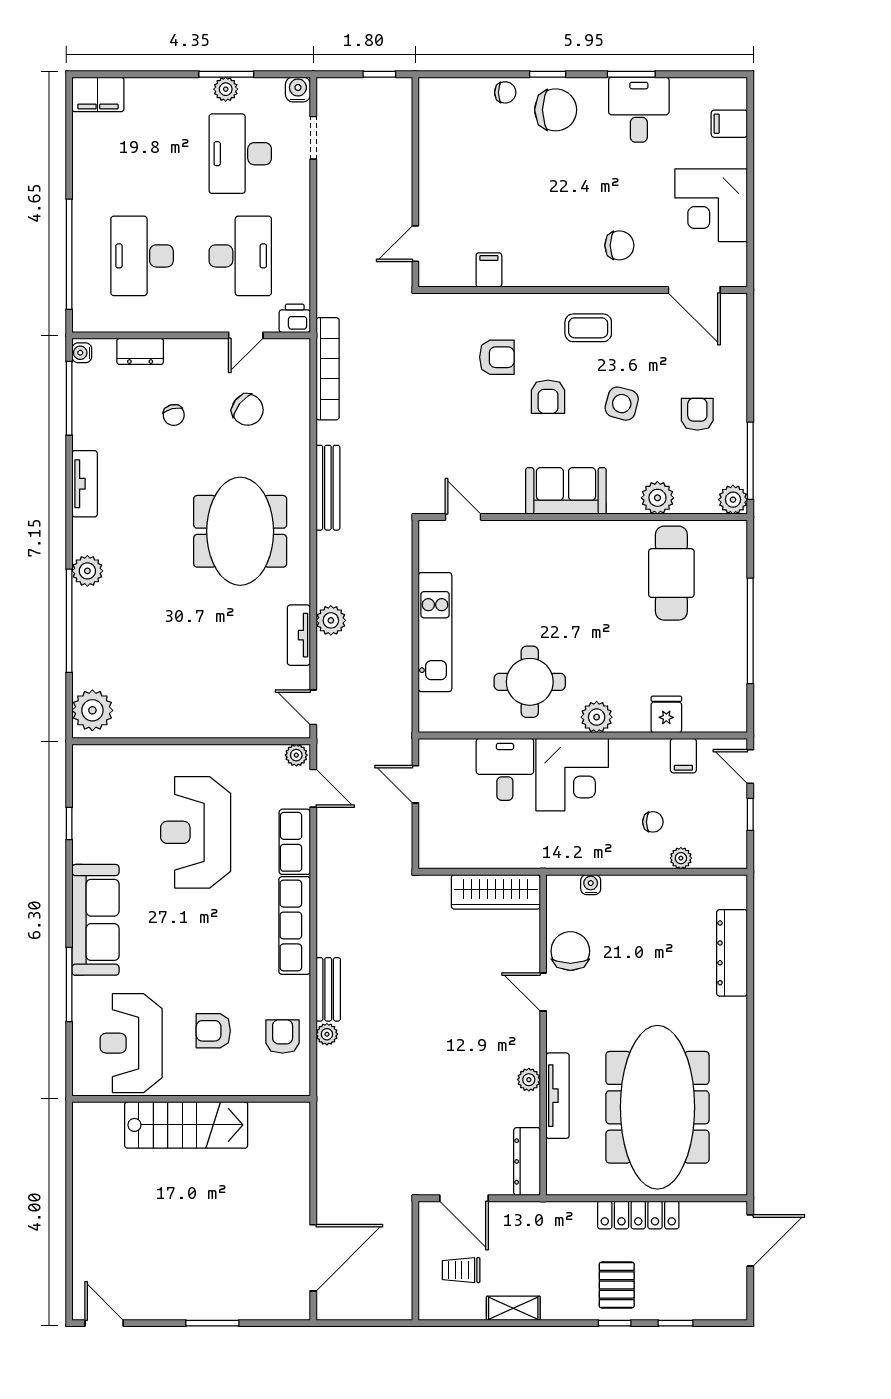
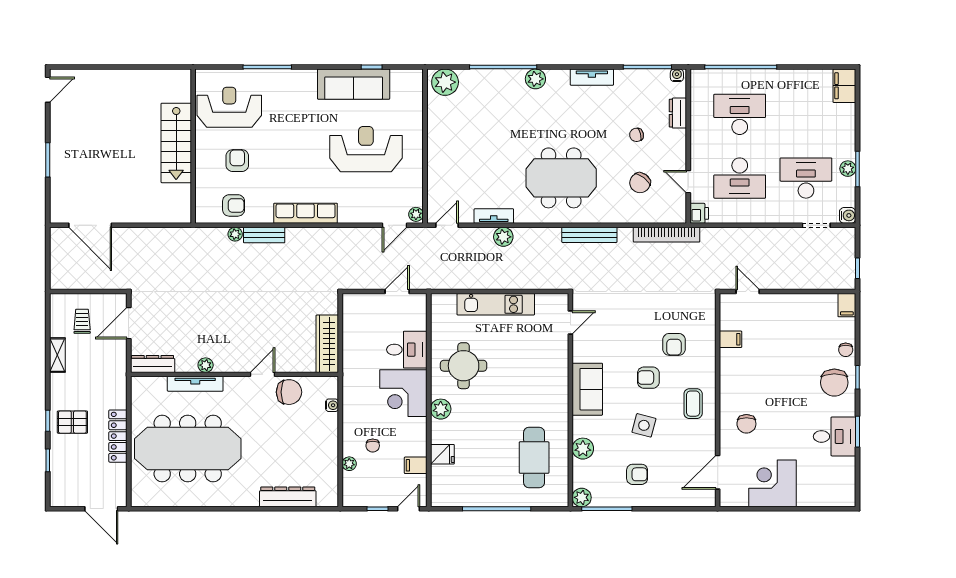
filing cabinet: (729, 124) -> (847, 305), moved, turned 180
cafe table: (671, 573) -> (534, 458), turned 90
row of seats: (295, 842) -> (360, 213), removed
sofa: (95, 920) -> (354, 84), moved

